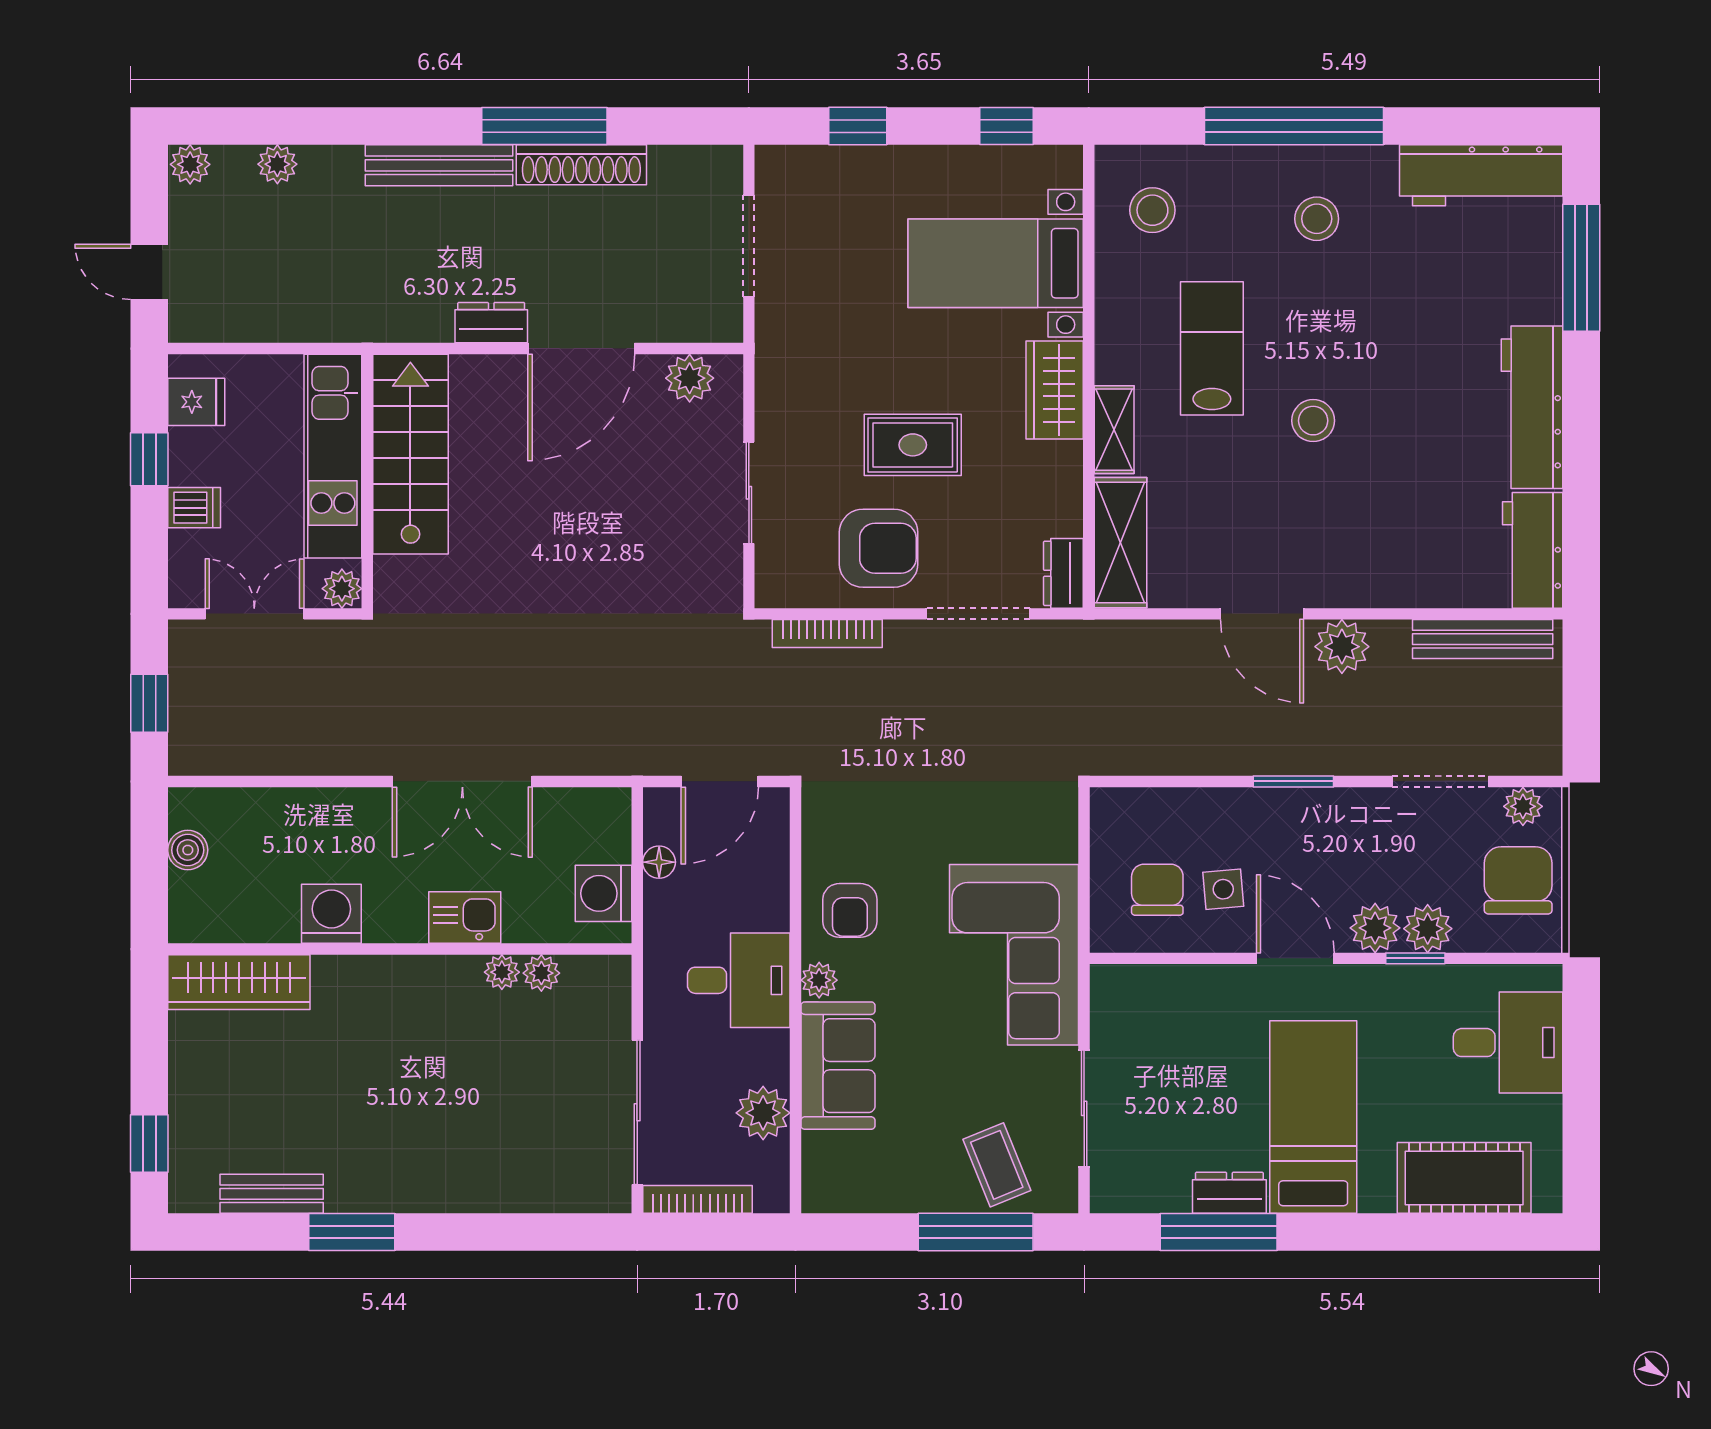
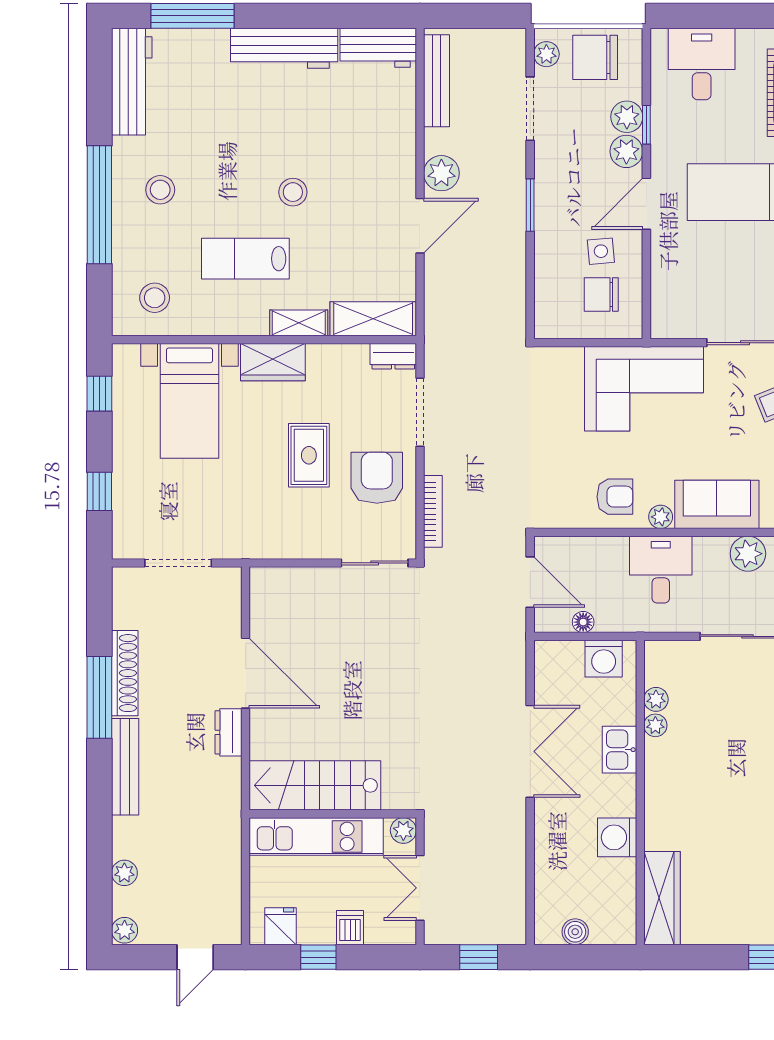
plant: (690, 378) -> (265, 602), removed
sliding door: (749, 493) -> (375, 563), moved

